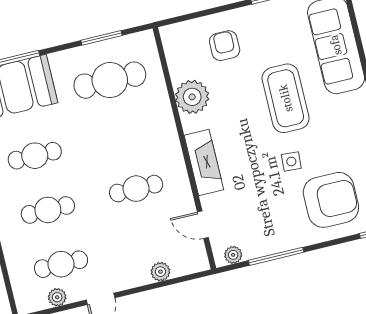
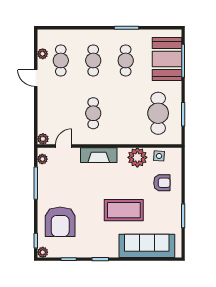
side table: (291, 161) -> (159, 156), moved
plant: (160, 272) -> (43, 139), moved

